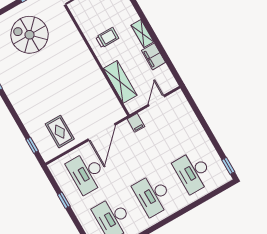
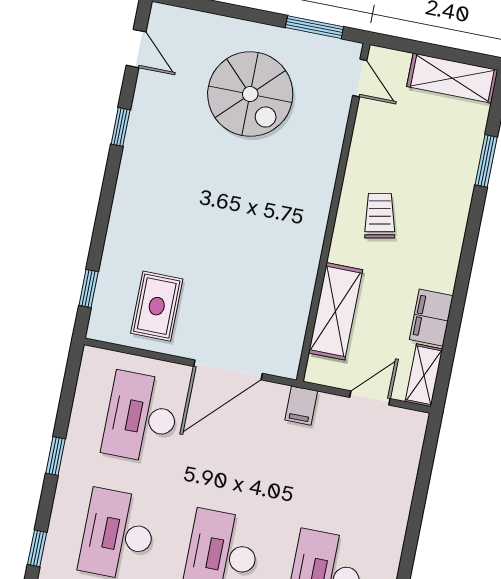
shelving: (142, 34) -> (424, 375), moved
spiral stairs: (30, 35) -> (250, 94), turned 180
trolley: (107, 38) -> (380, 216), turned -101
window: (64, 200) -> (55, 456), moved

